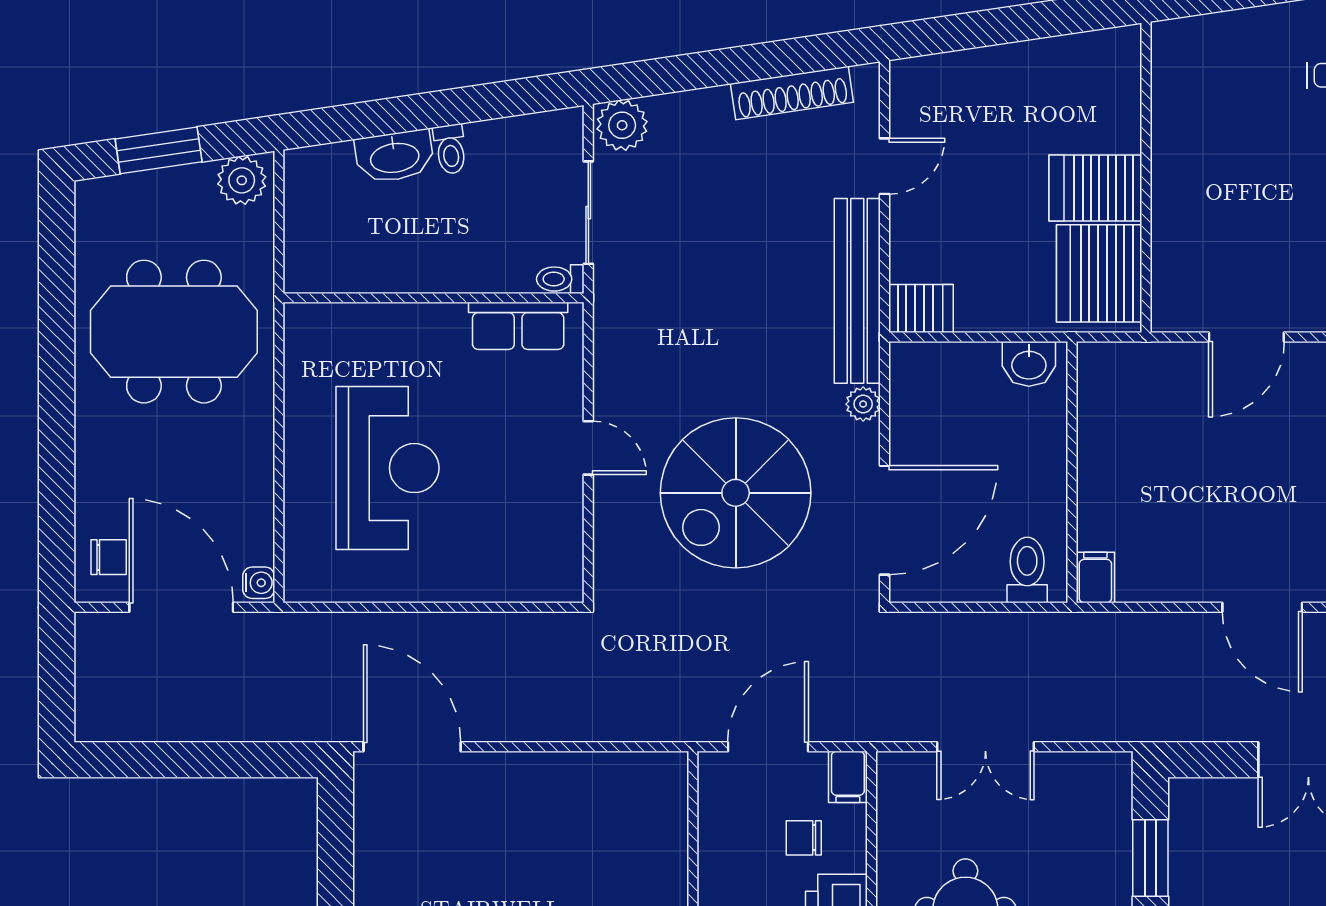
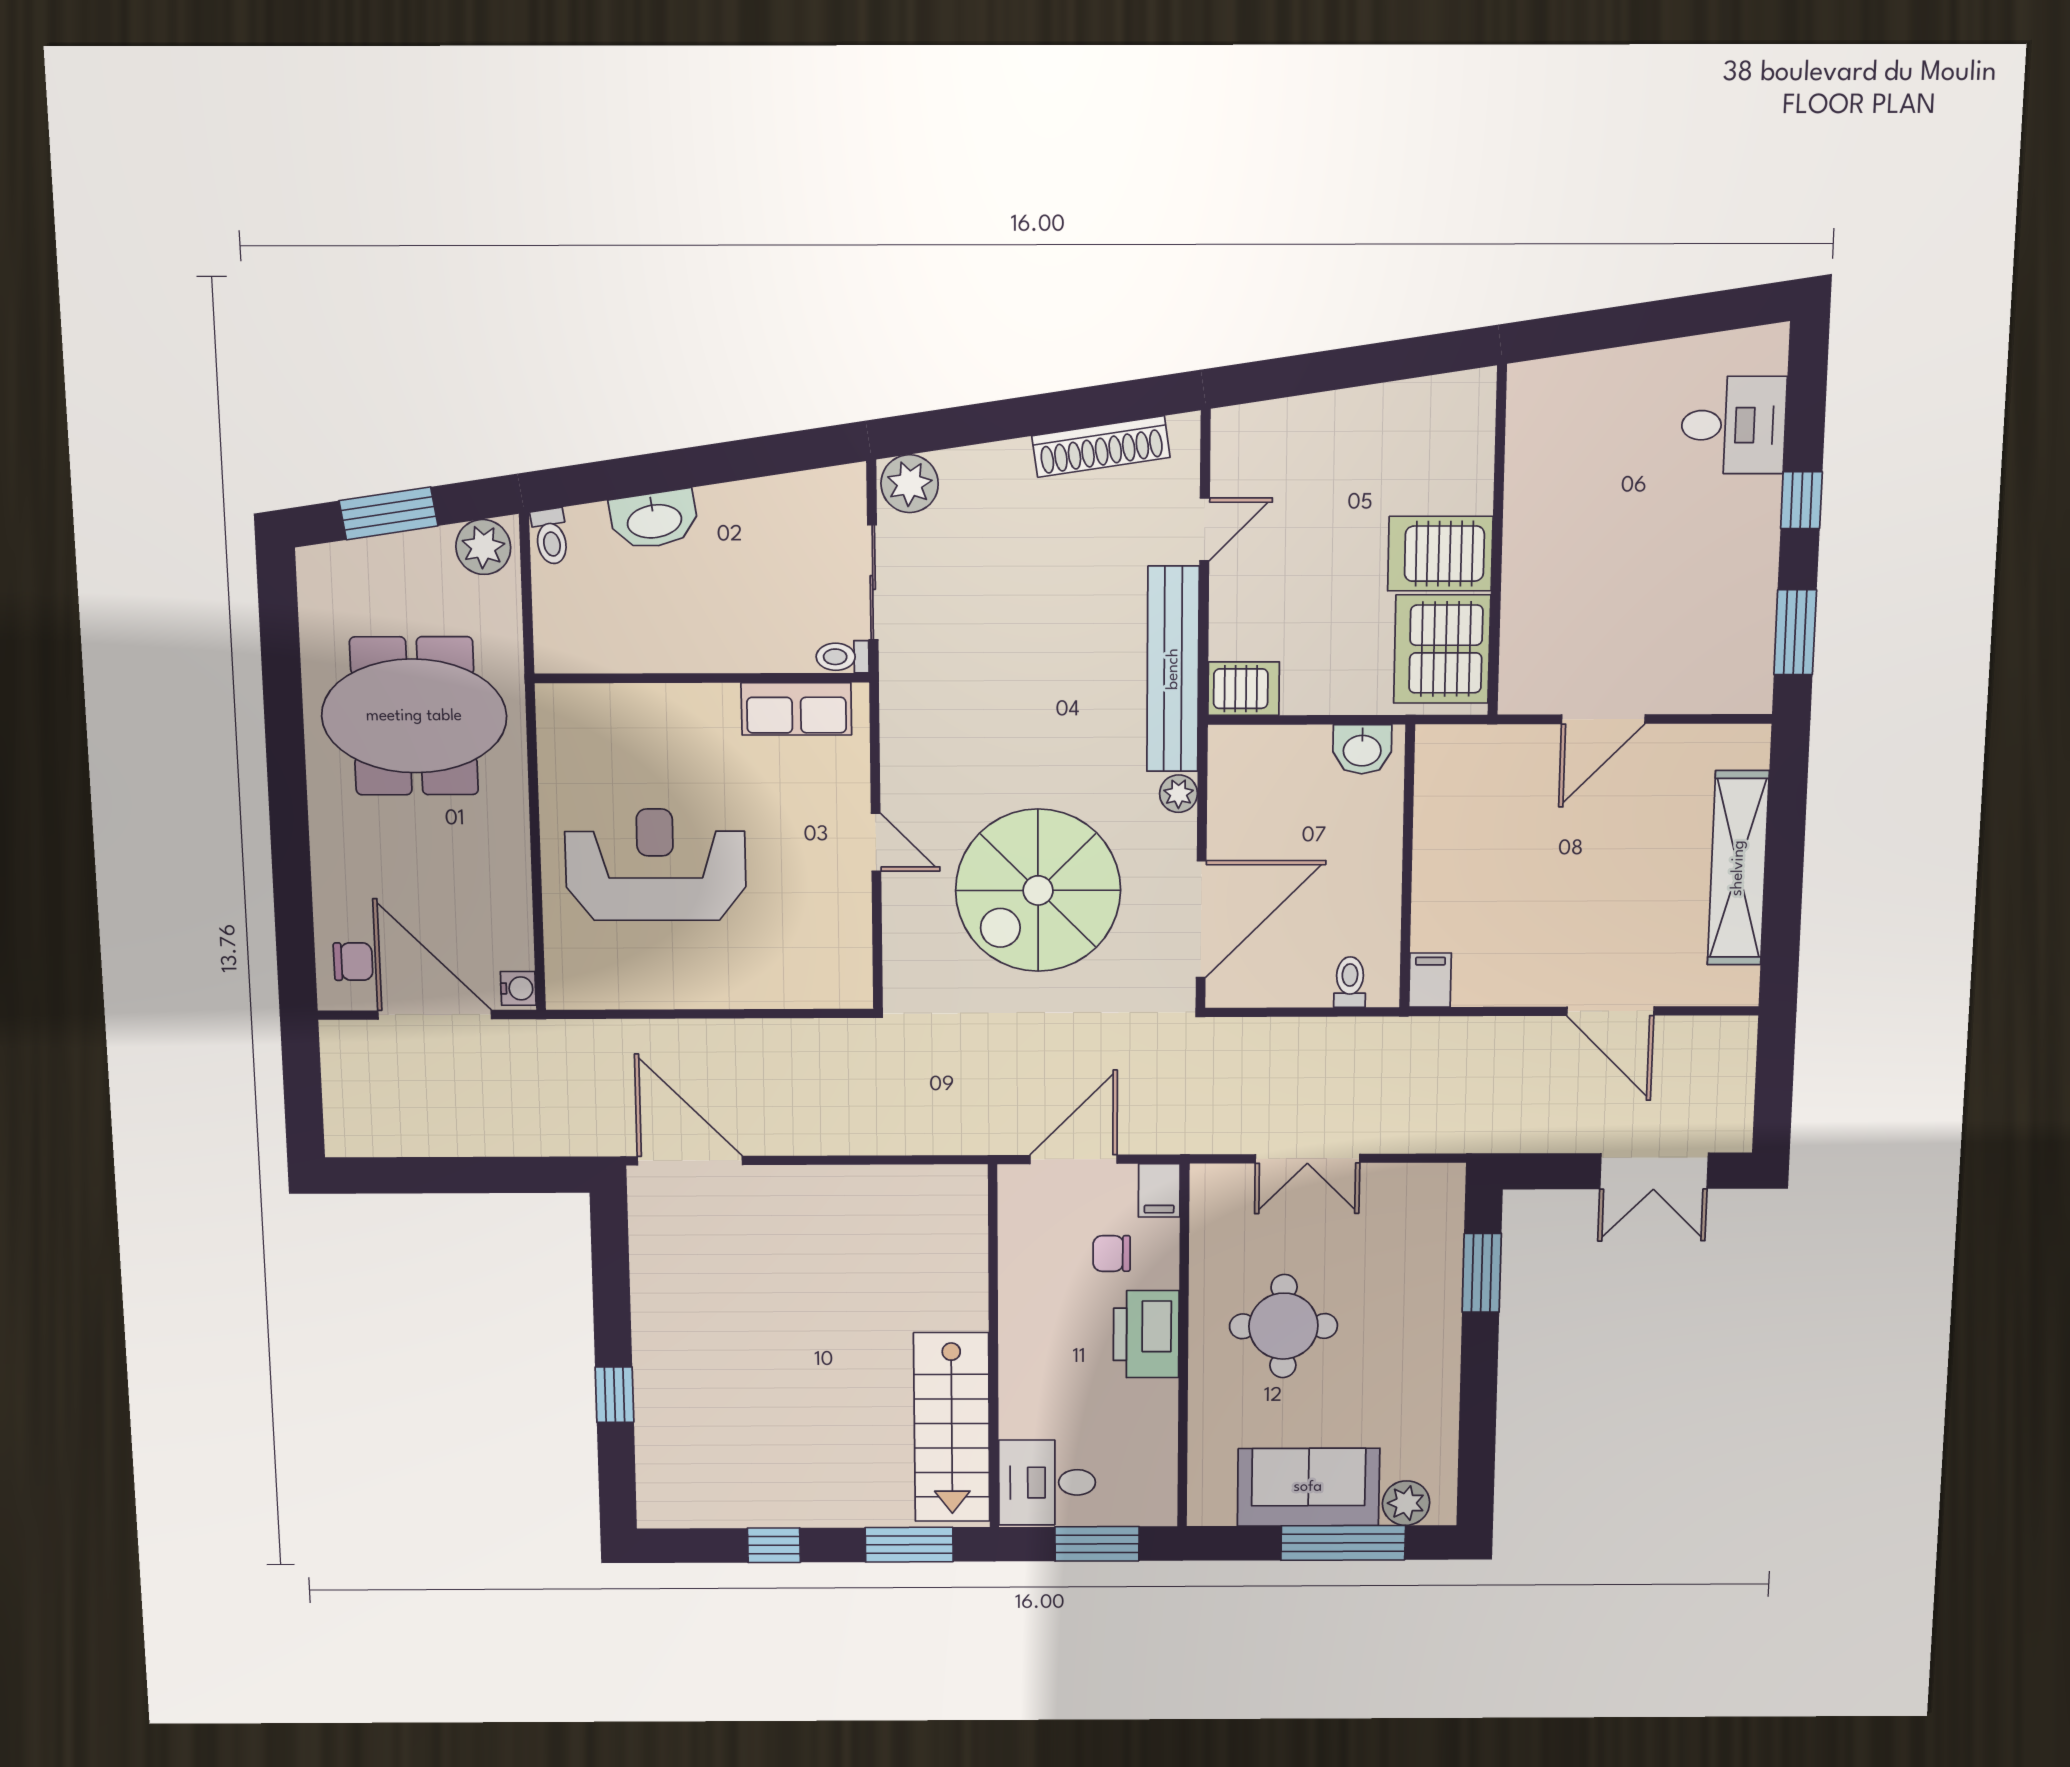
toilet: (450, 149) -> (551, 537), moved
reception desk: (388, 468) -> (655, 865), turned -90
toilet: (1027, 570) -> (1350, 982), width x0.73, depth x0.72

